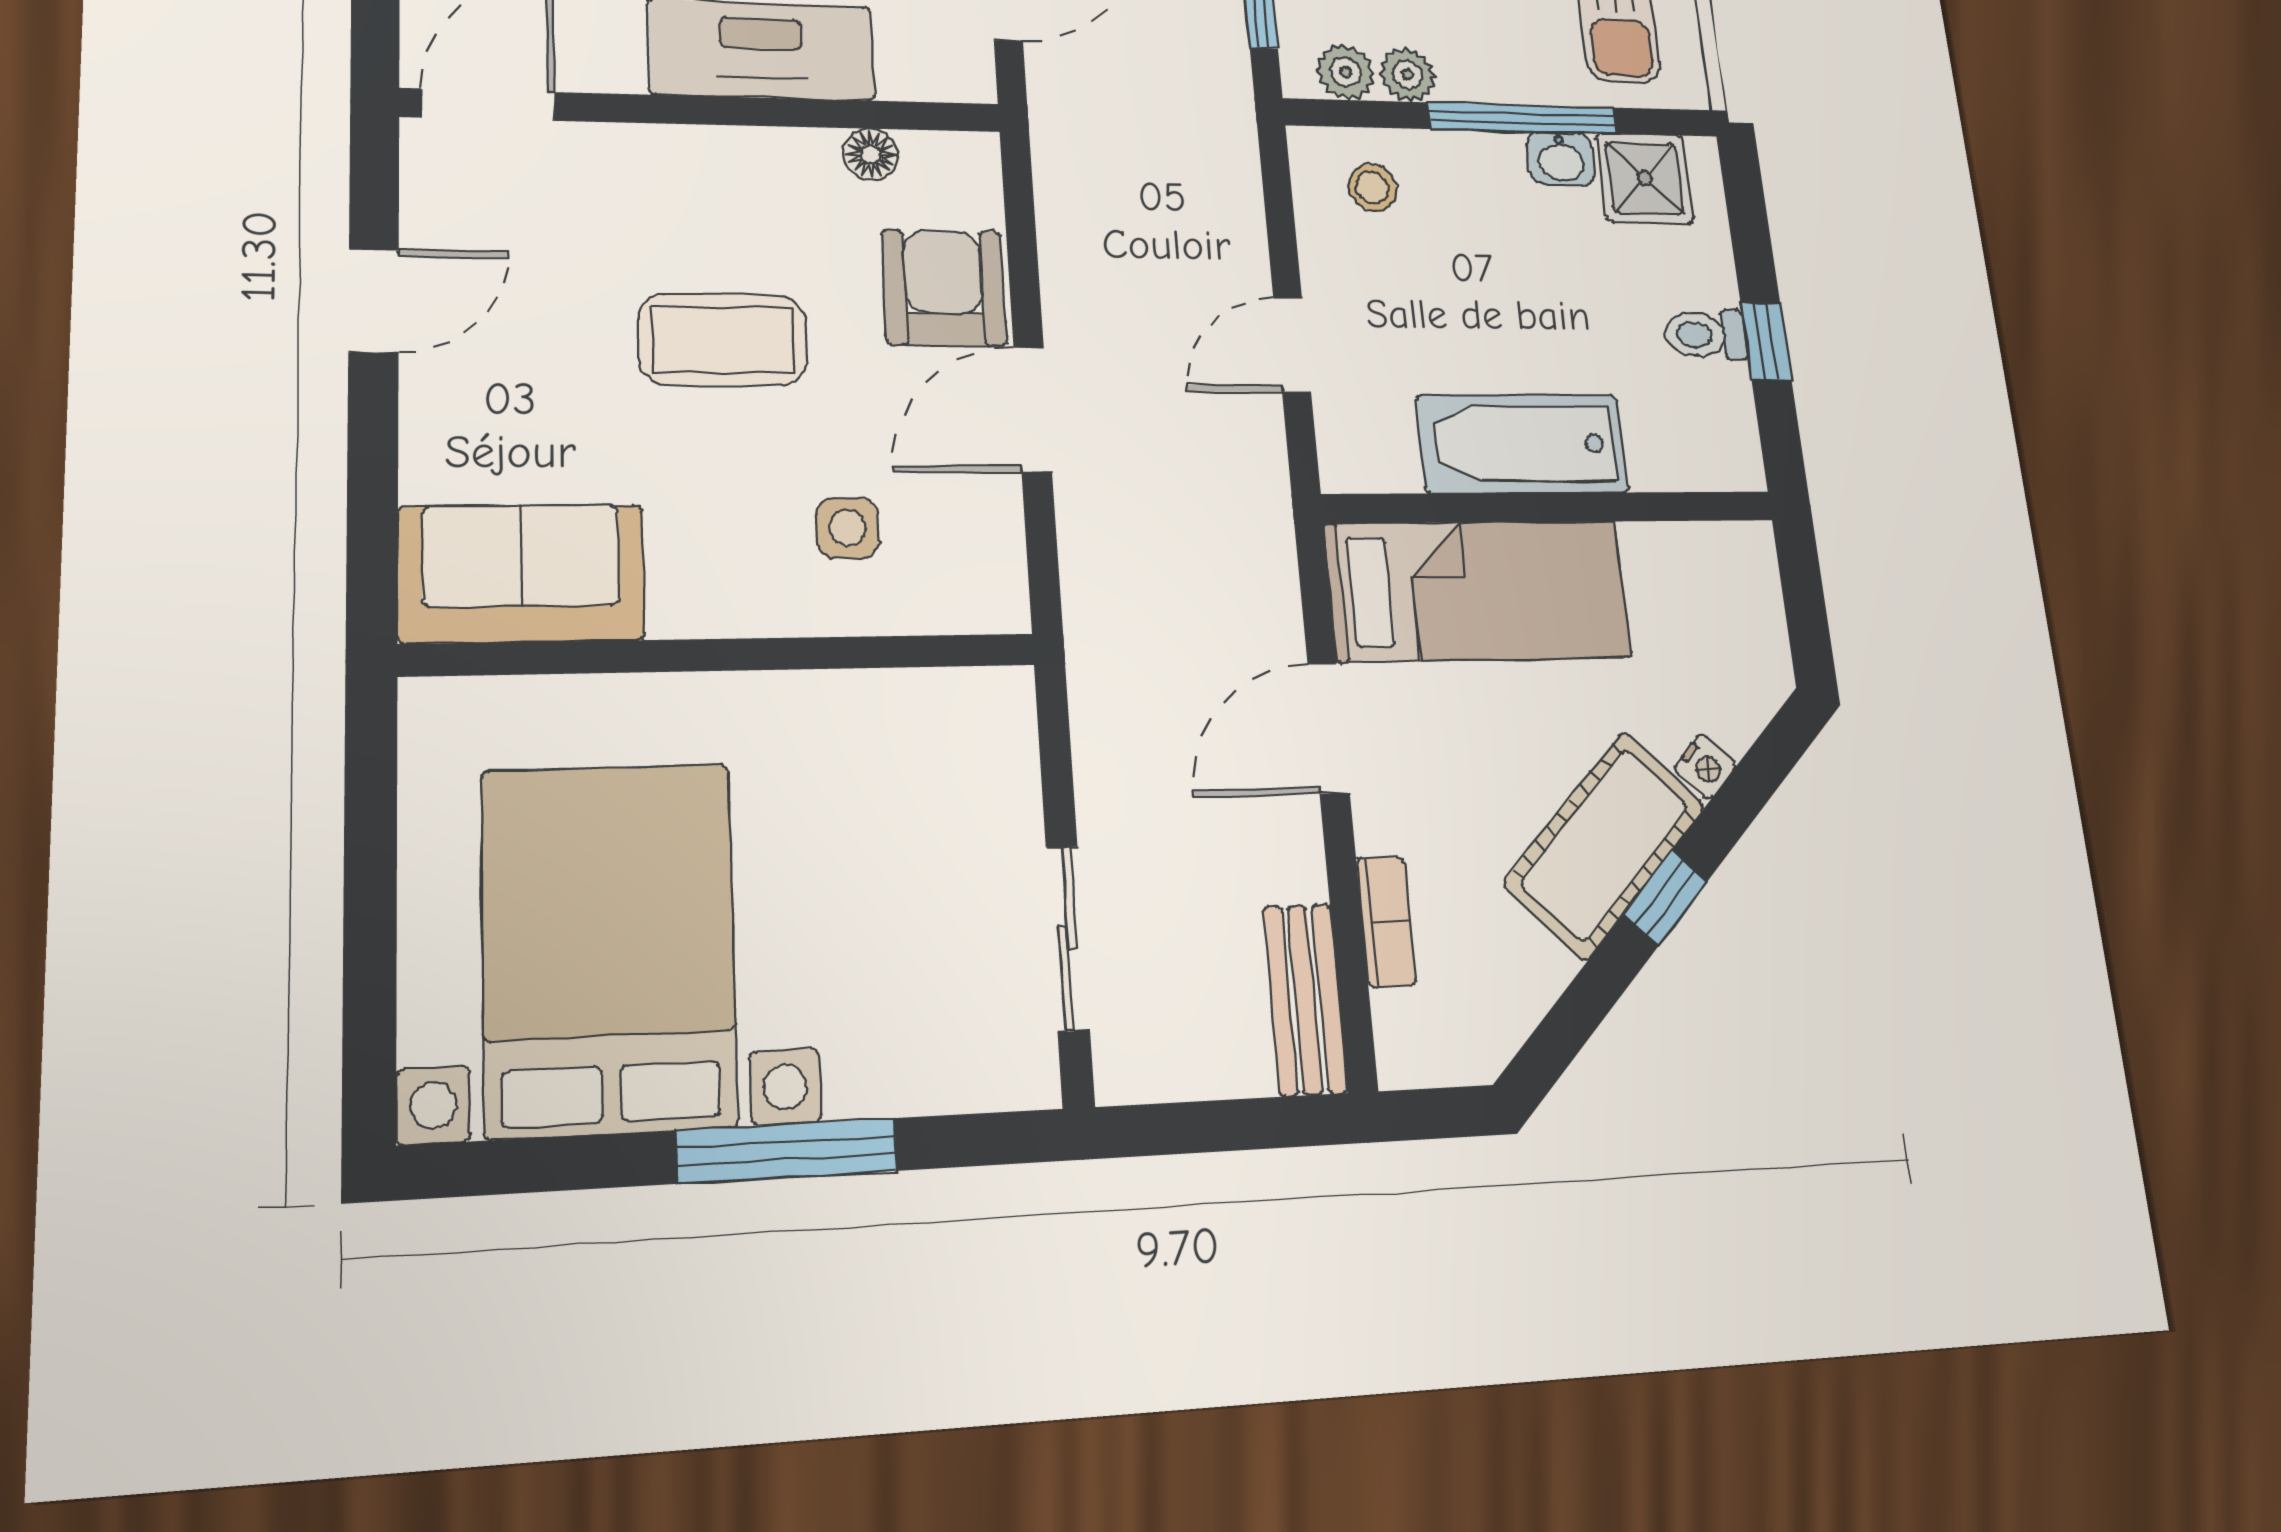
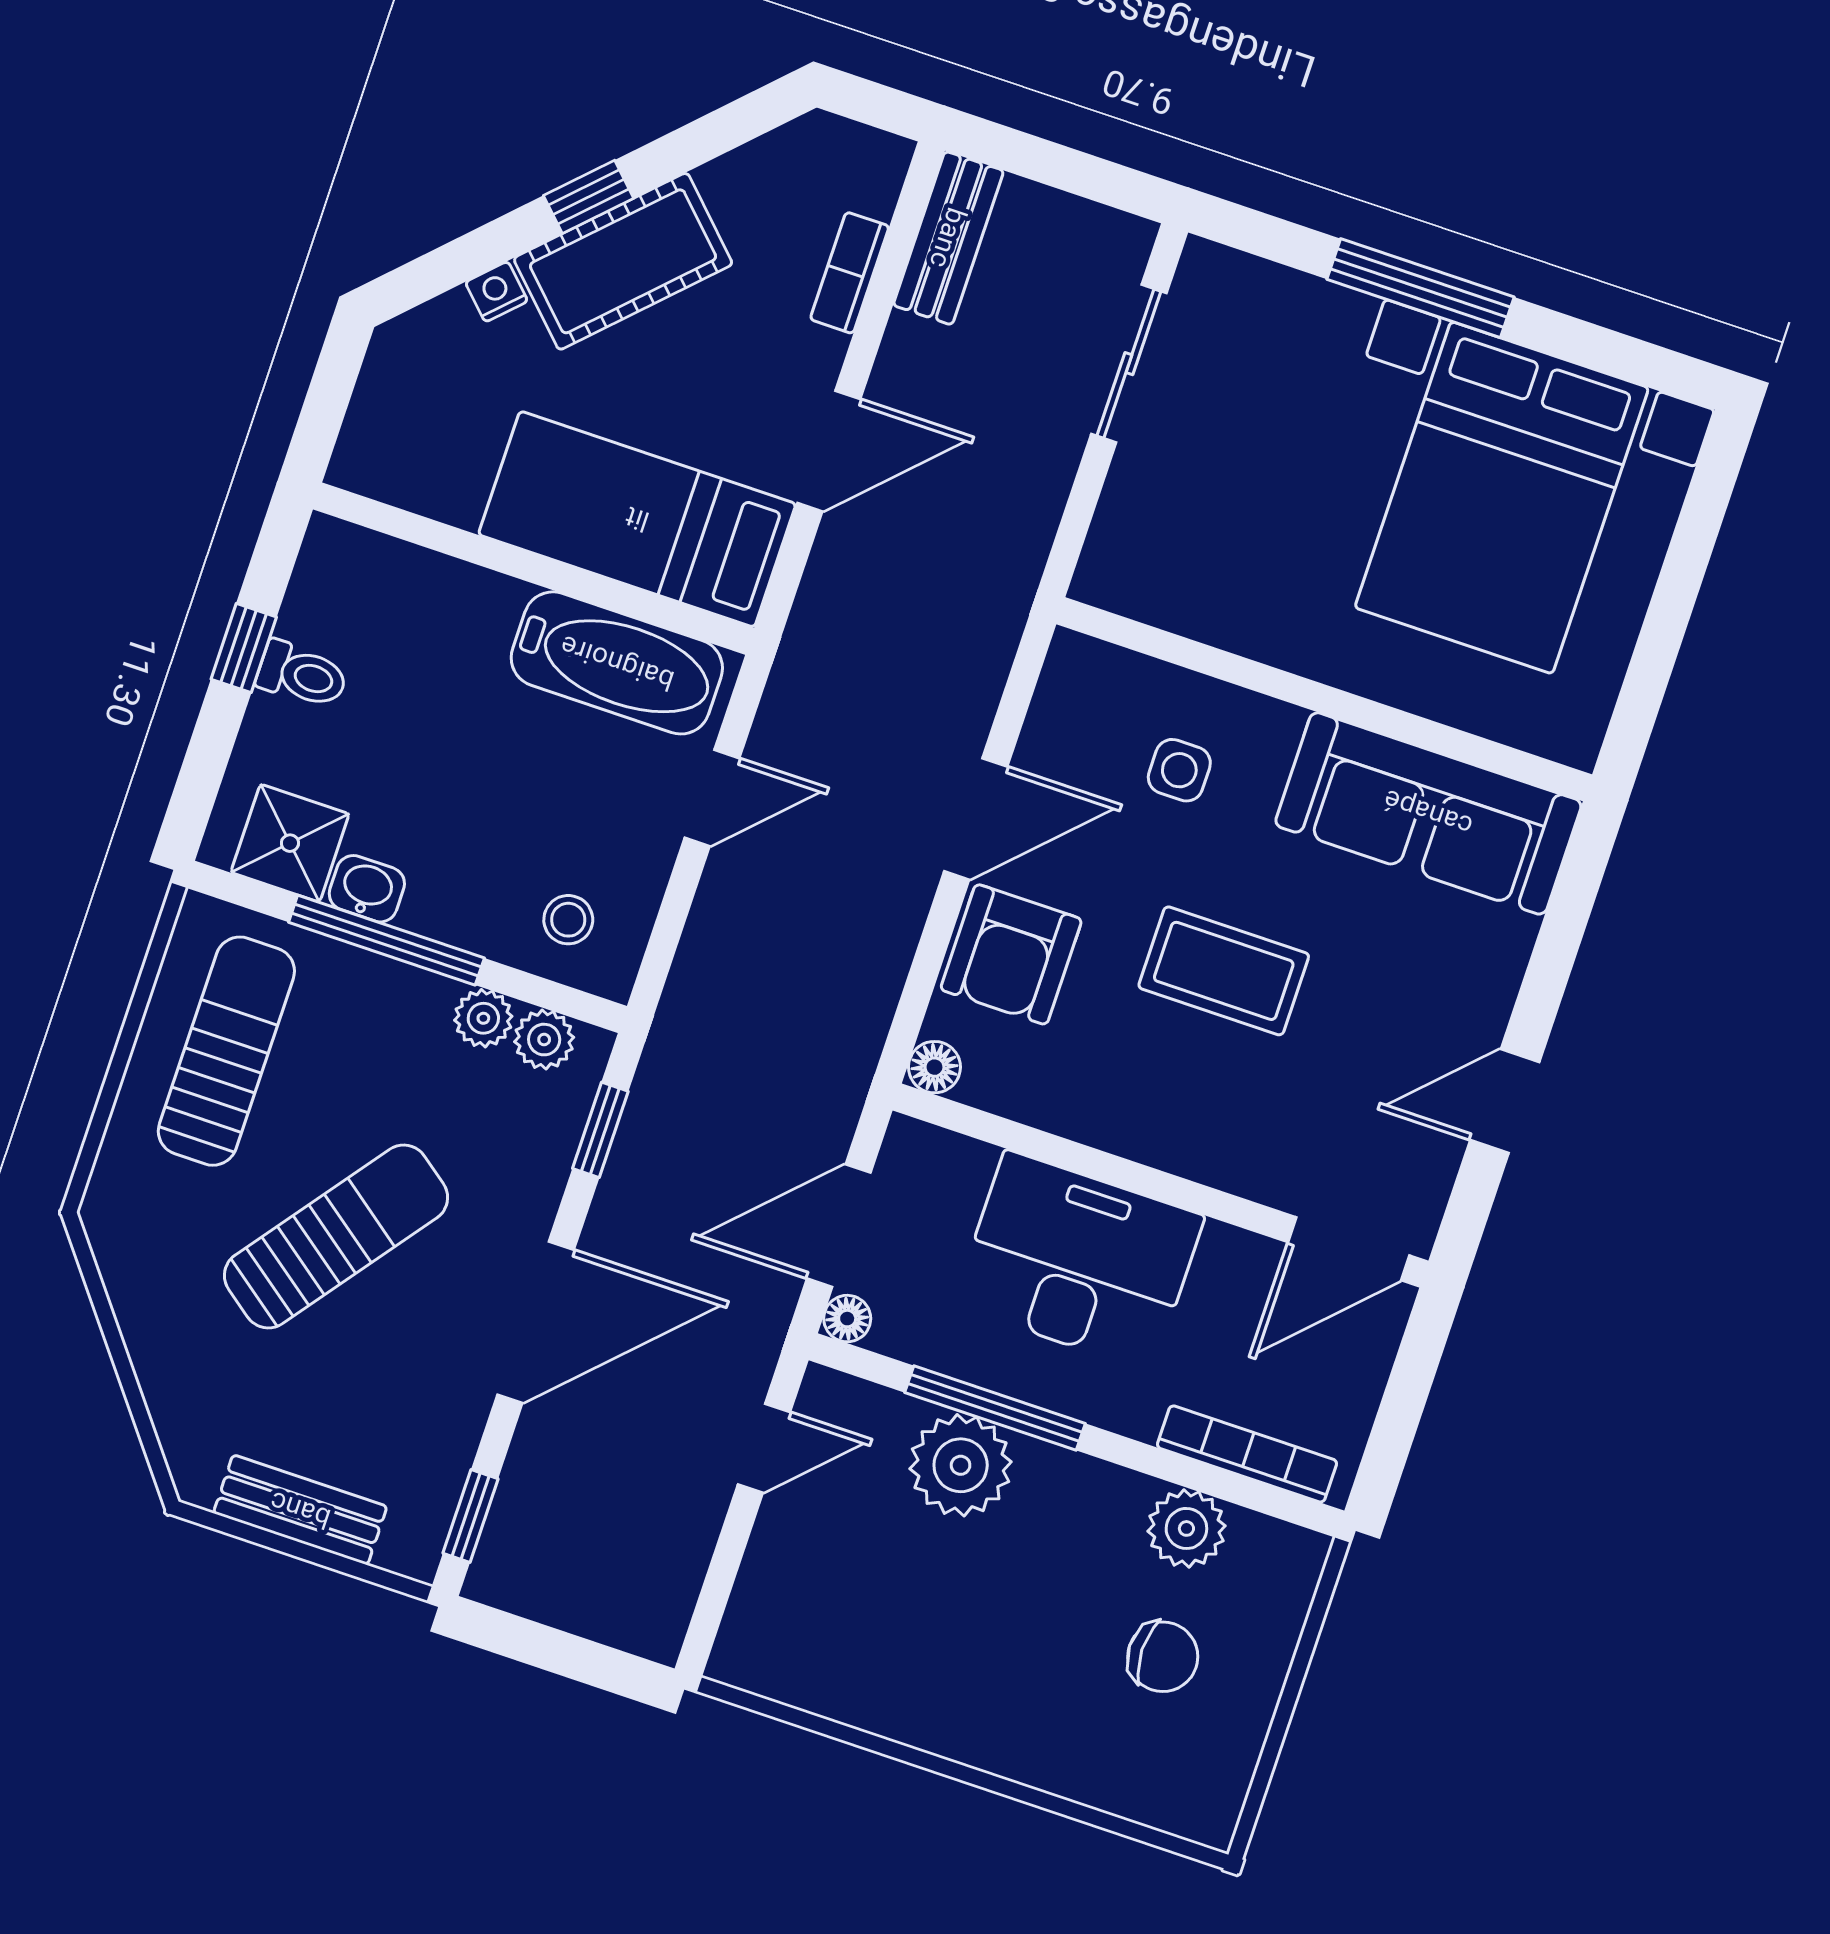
floor lamp: (871, 154) -> (934, 1067), moved
bathtub: (1522, 444) -> (617, 663), moved
sofa: (521, 573) -> (1428, 813), width x1.36

